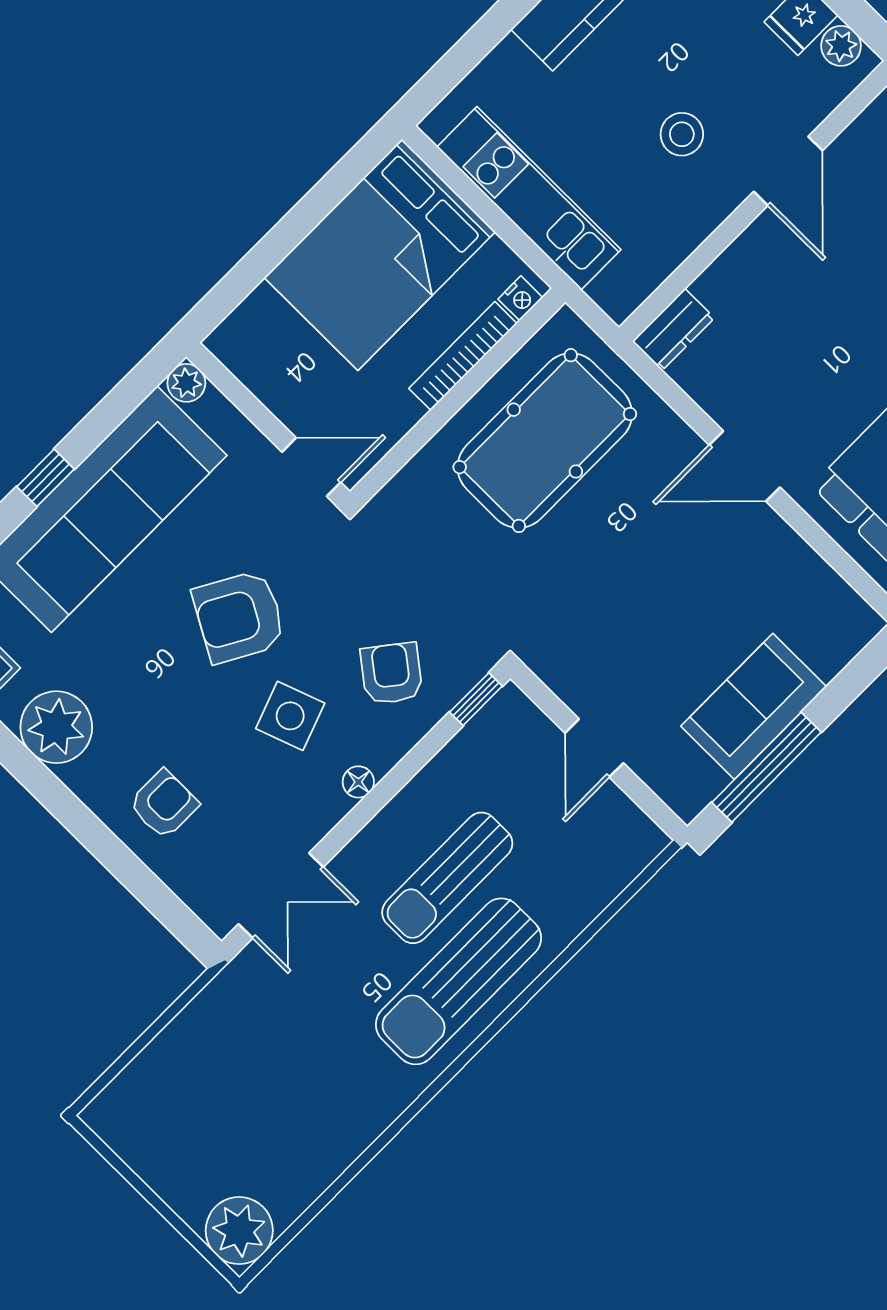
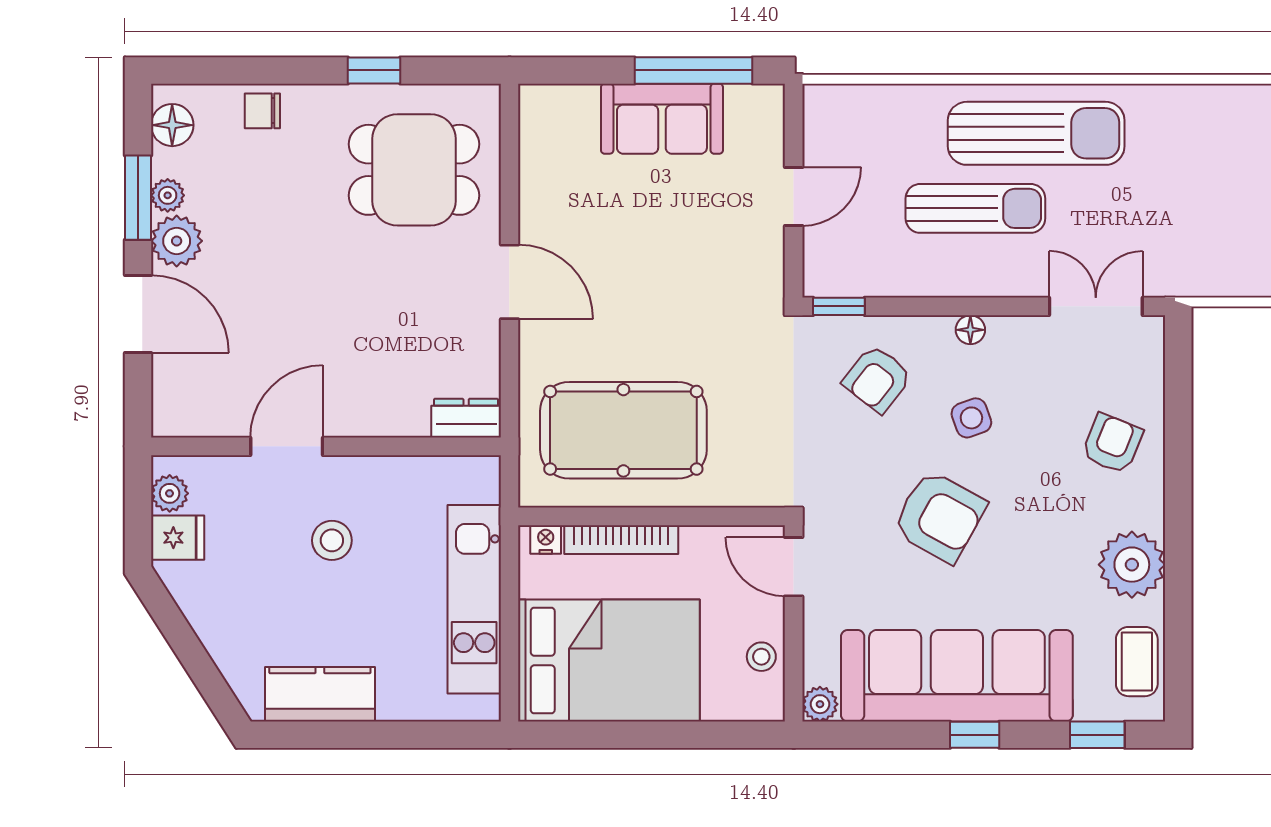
stool: (267, 374) -> (761, 657), added
side table: (290, 716) -> (971, 418), width x0.73, depth x0.73
armchair: (164, 804) -> (1112, 443), turned 112

